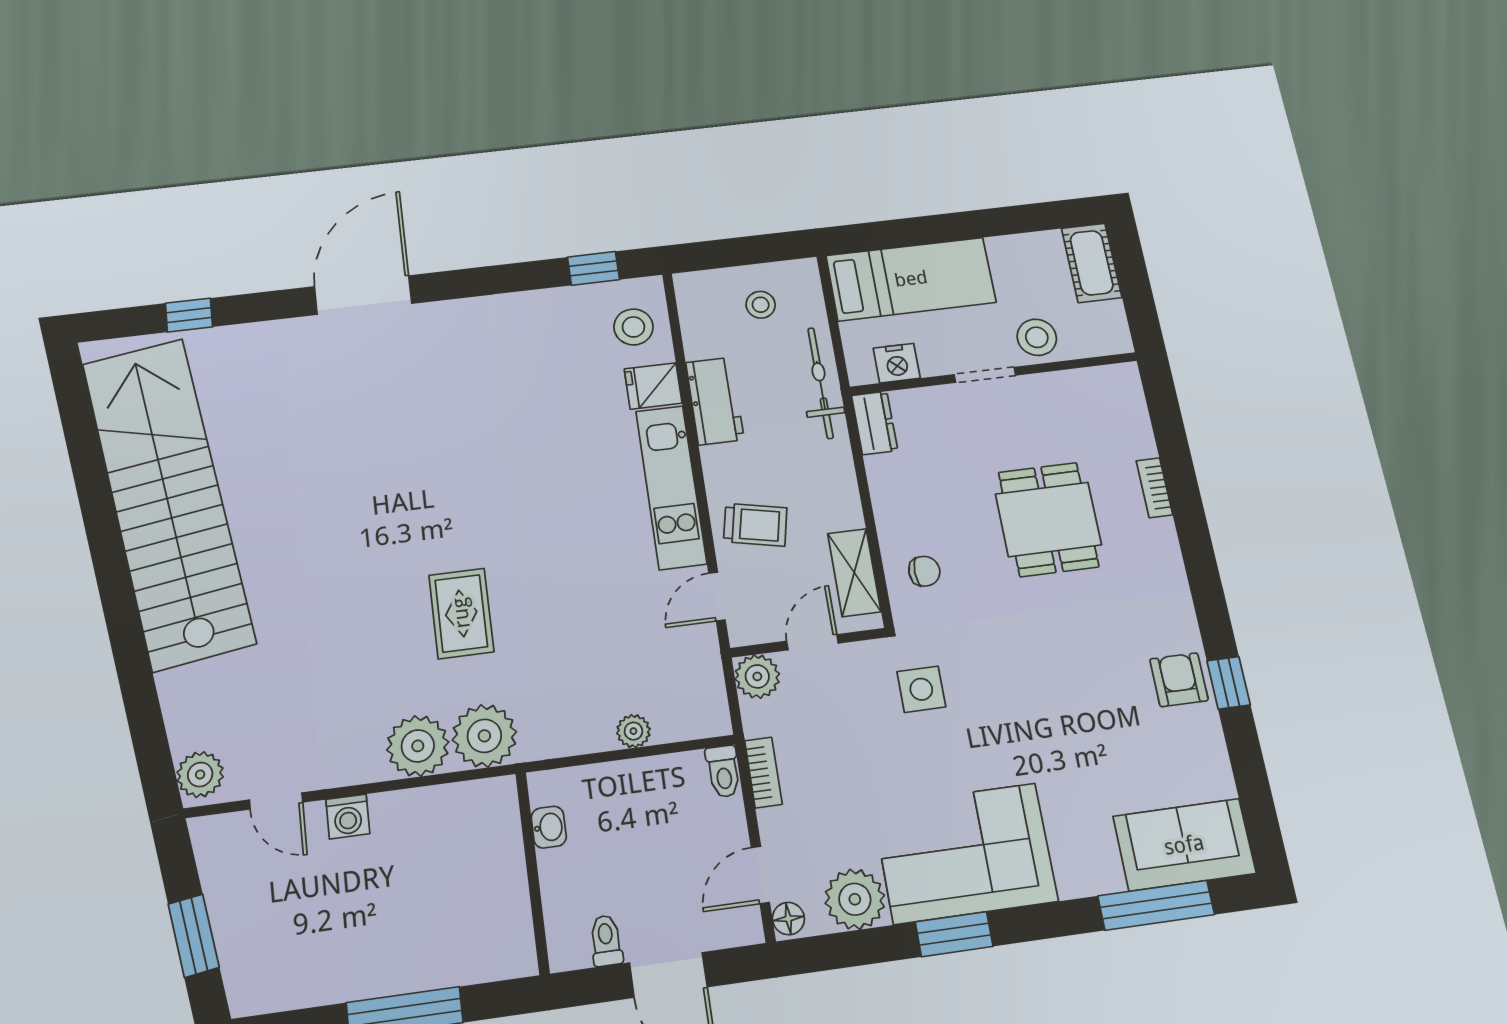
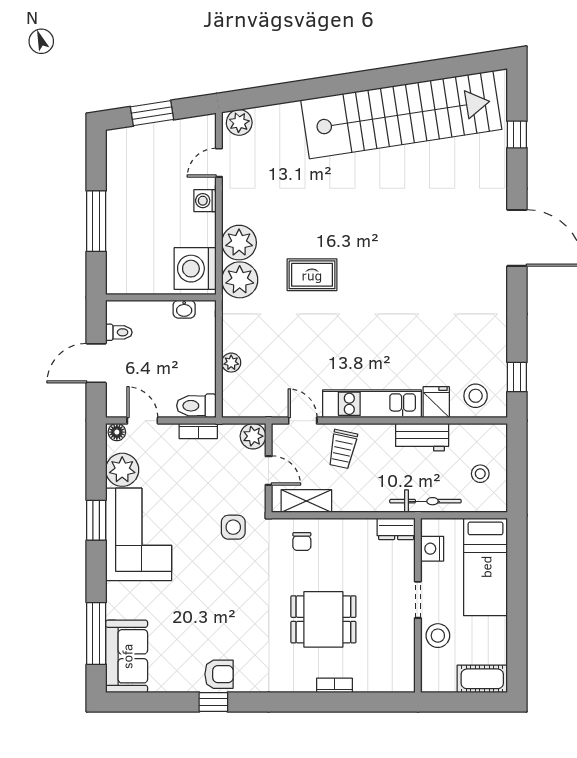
toilet: (723, 771) -> (196, 406), width x1.37, depth x1.39
washing machine: (473, 817) -> (195, 269), added

